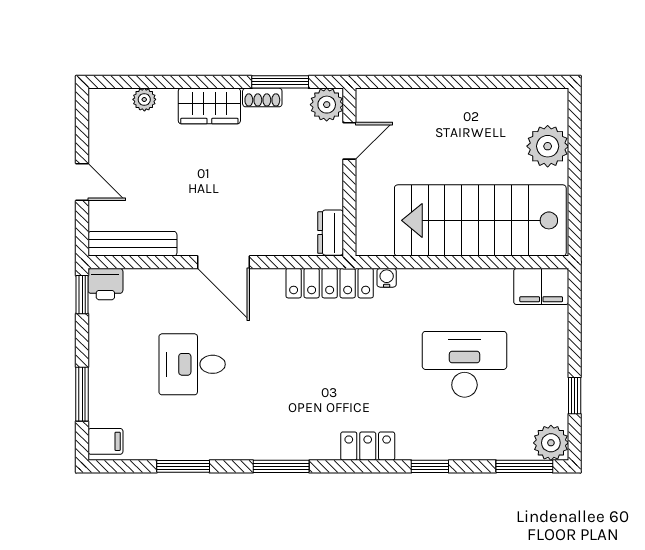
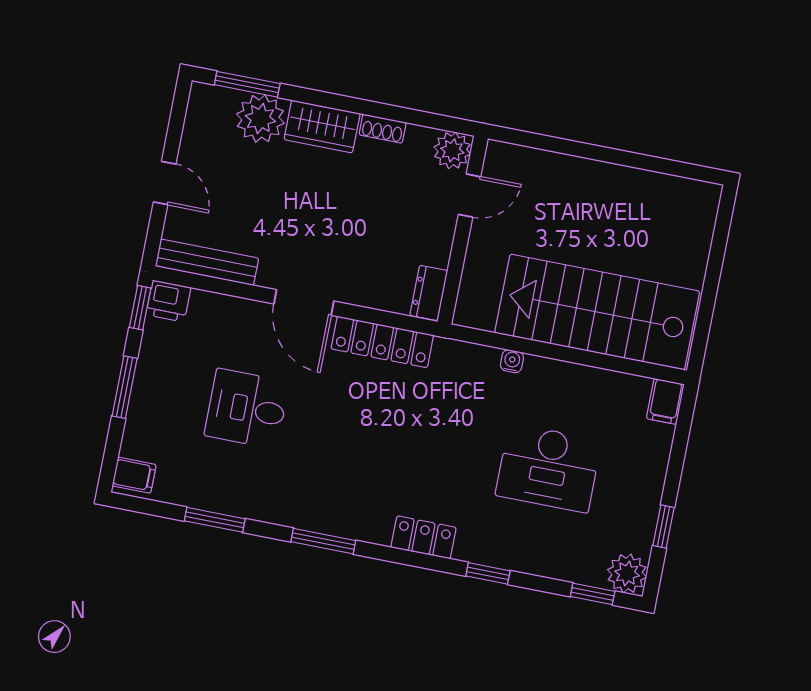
window: (280, 82) -> (247, 84), moved
plant: (144, 99) -> (260, 119), width x1.87, depth x1.87
plant: (548, 146) -> (688, 245), removed
water cooler: (387, 278) -> (512, 361), moved
locker: (330, 283) -> (382, 342), moved
filing cabinet: (541, 286) -> (665, 401), width x0.50
desk: (464, 364) -> (548, 468), turned 180
window: (82, 394) -> (125, 387), moved
window: (524, 466) -> (593, 594), width x0.67

